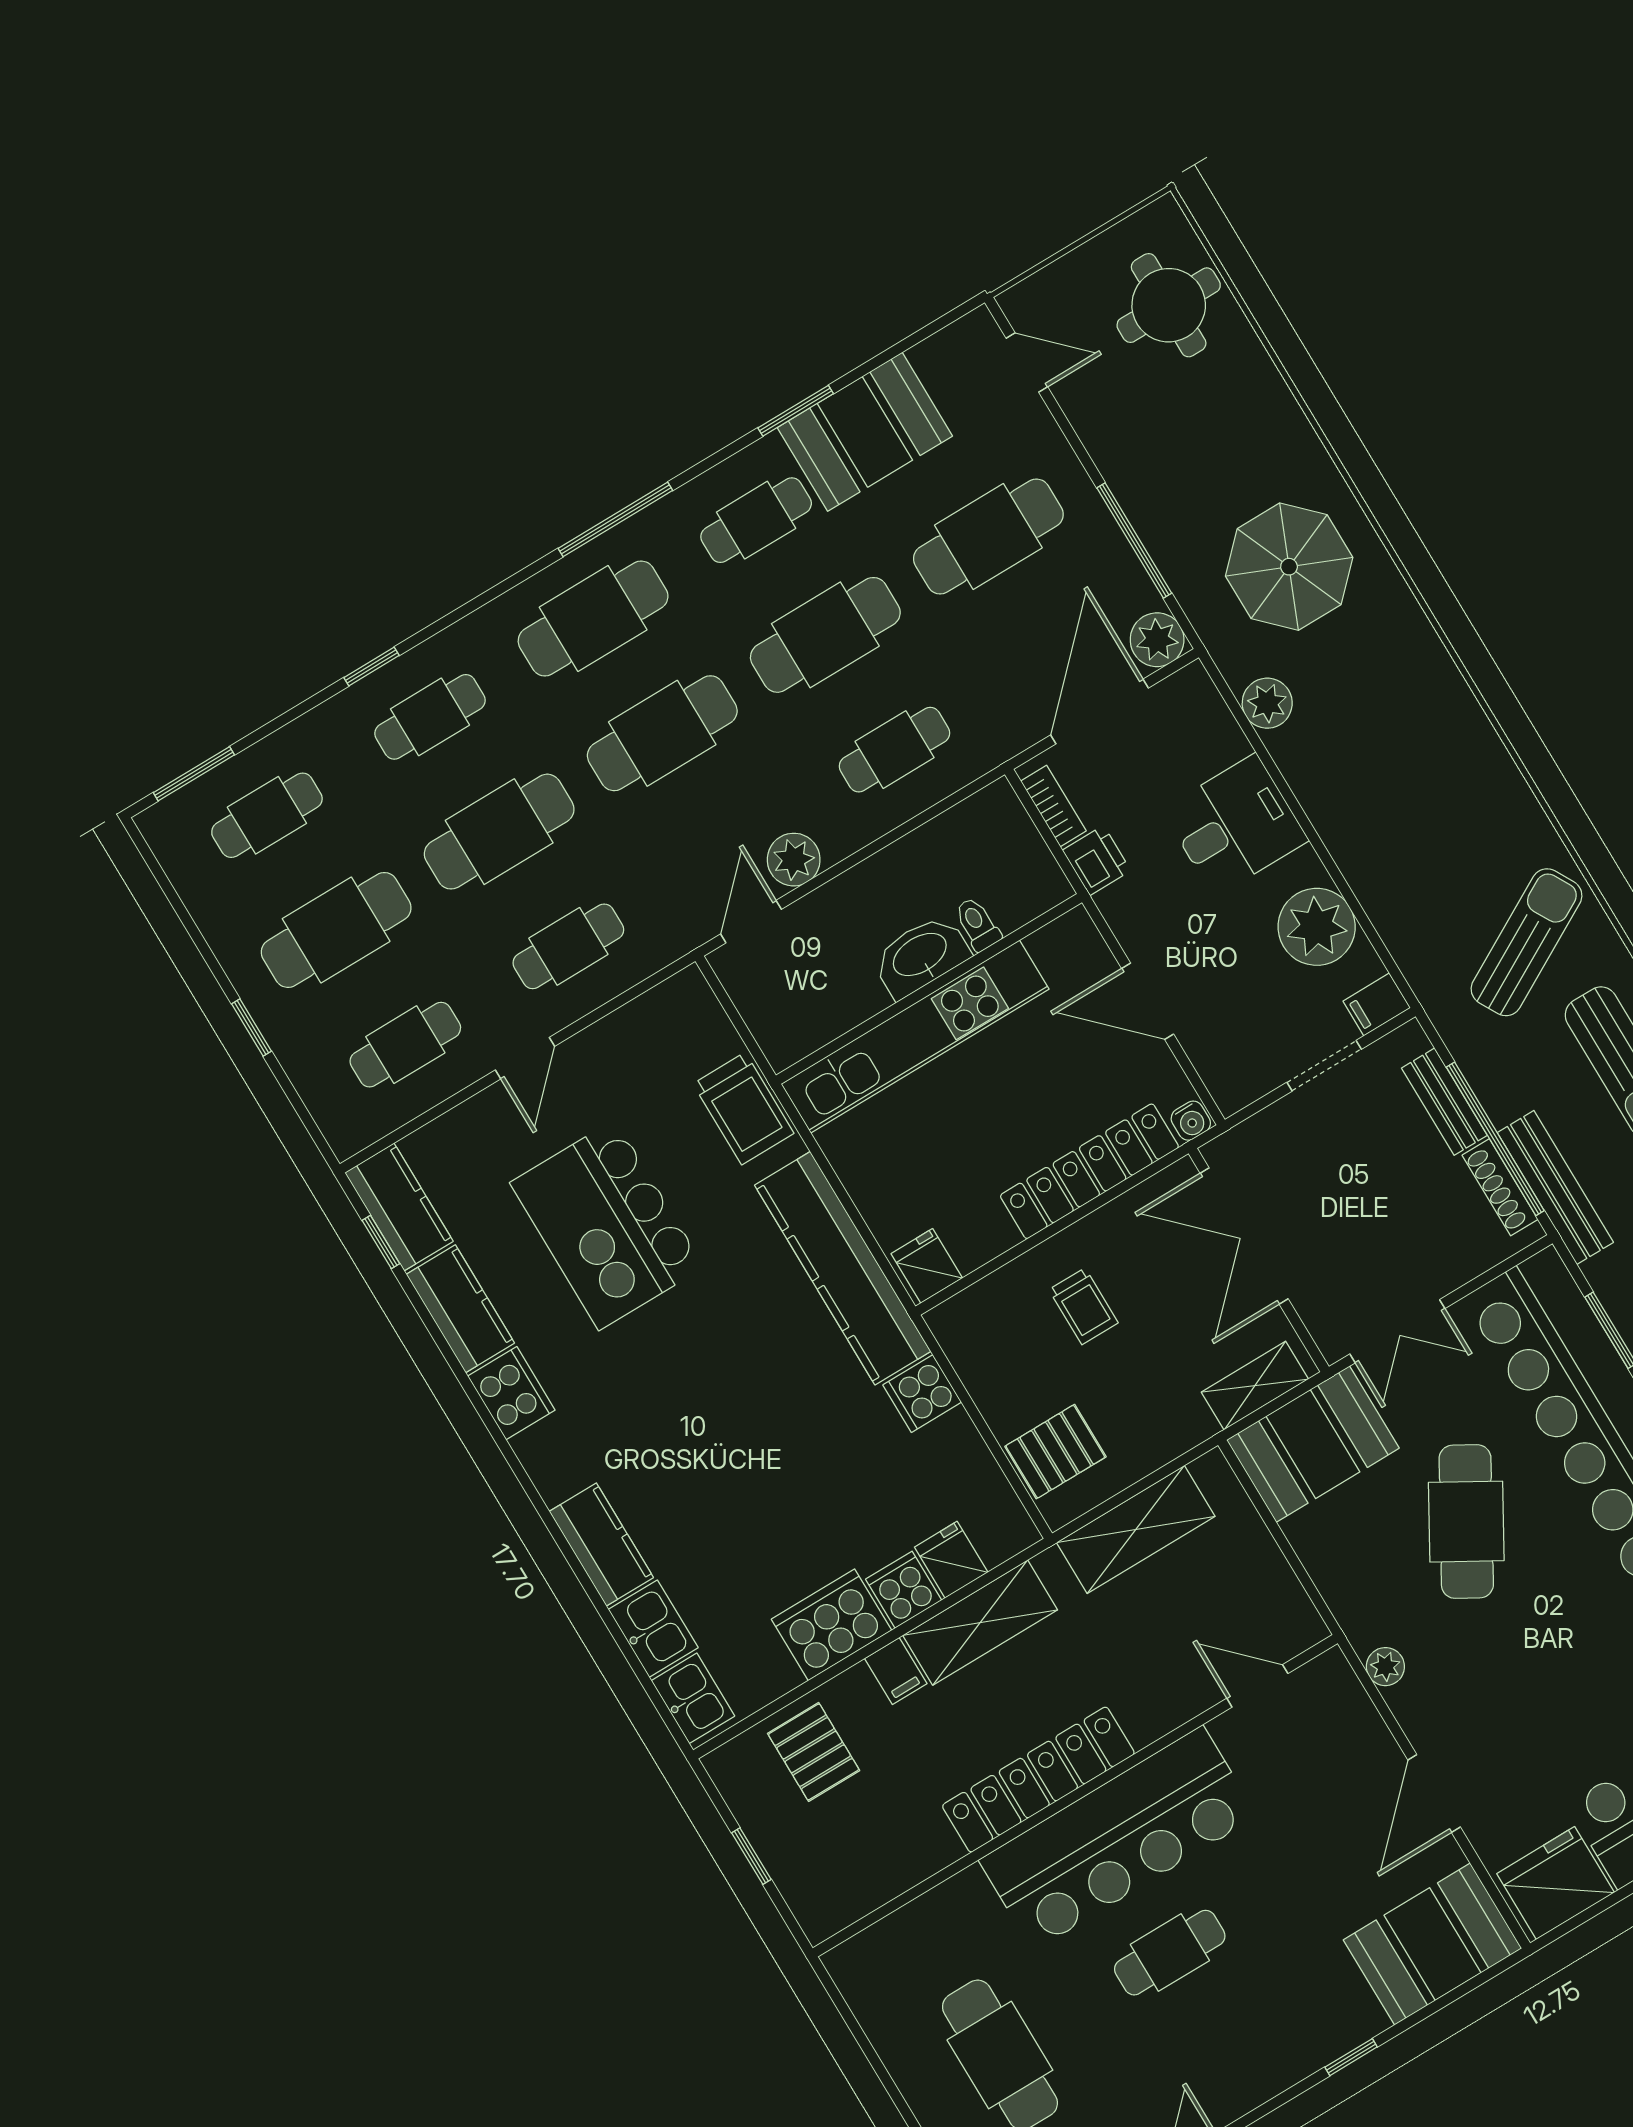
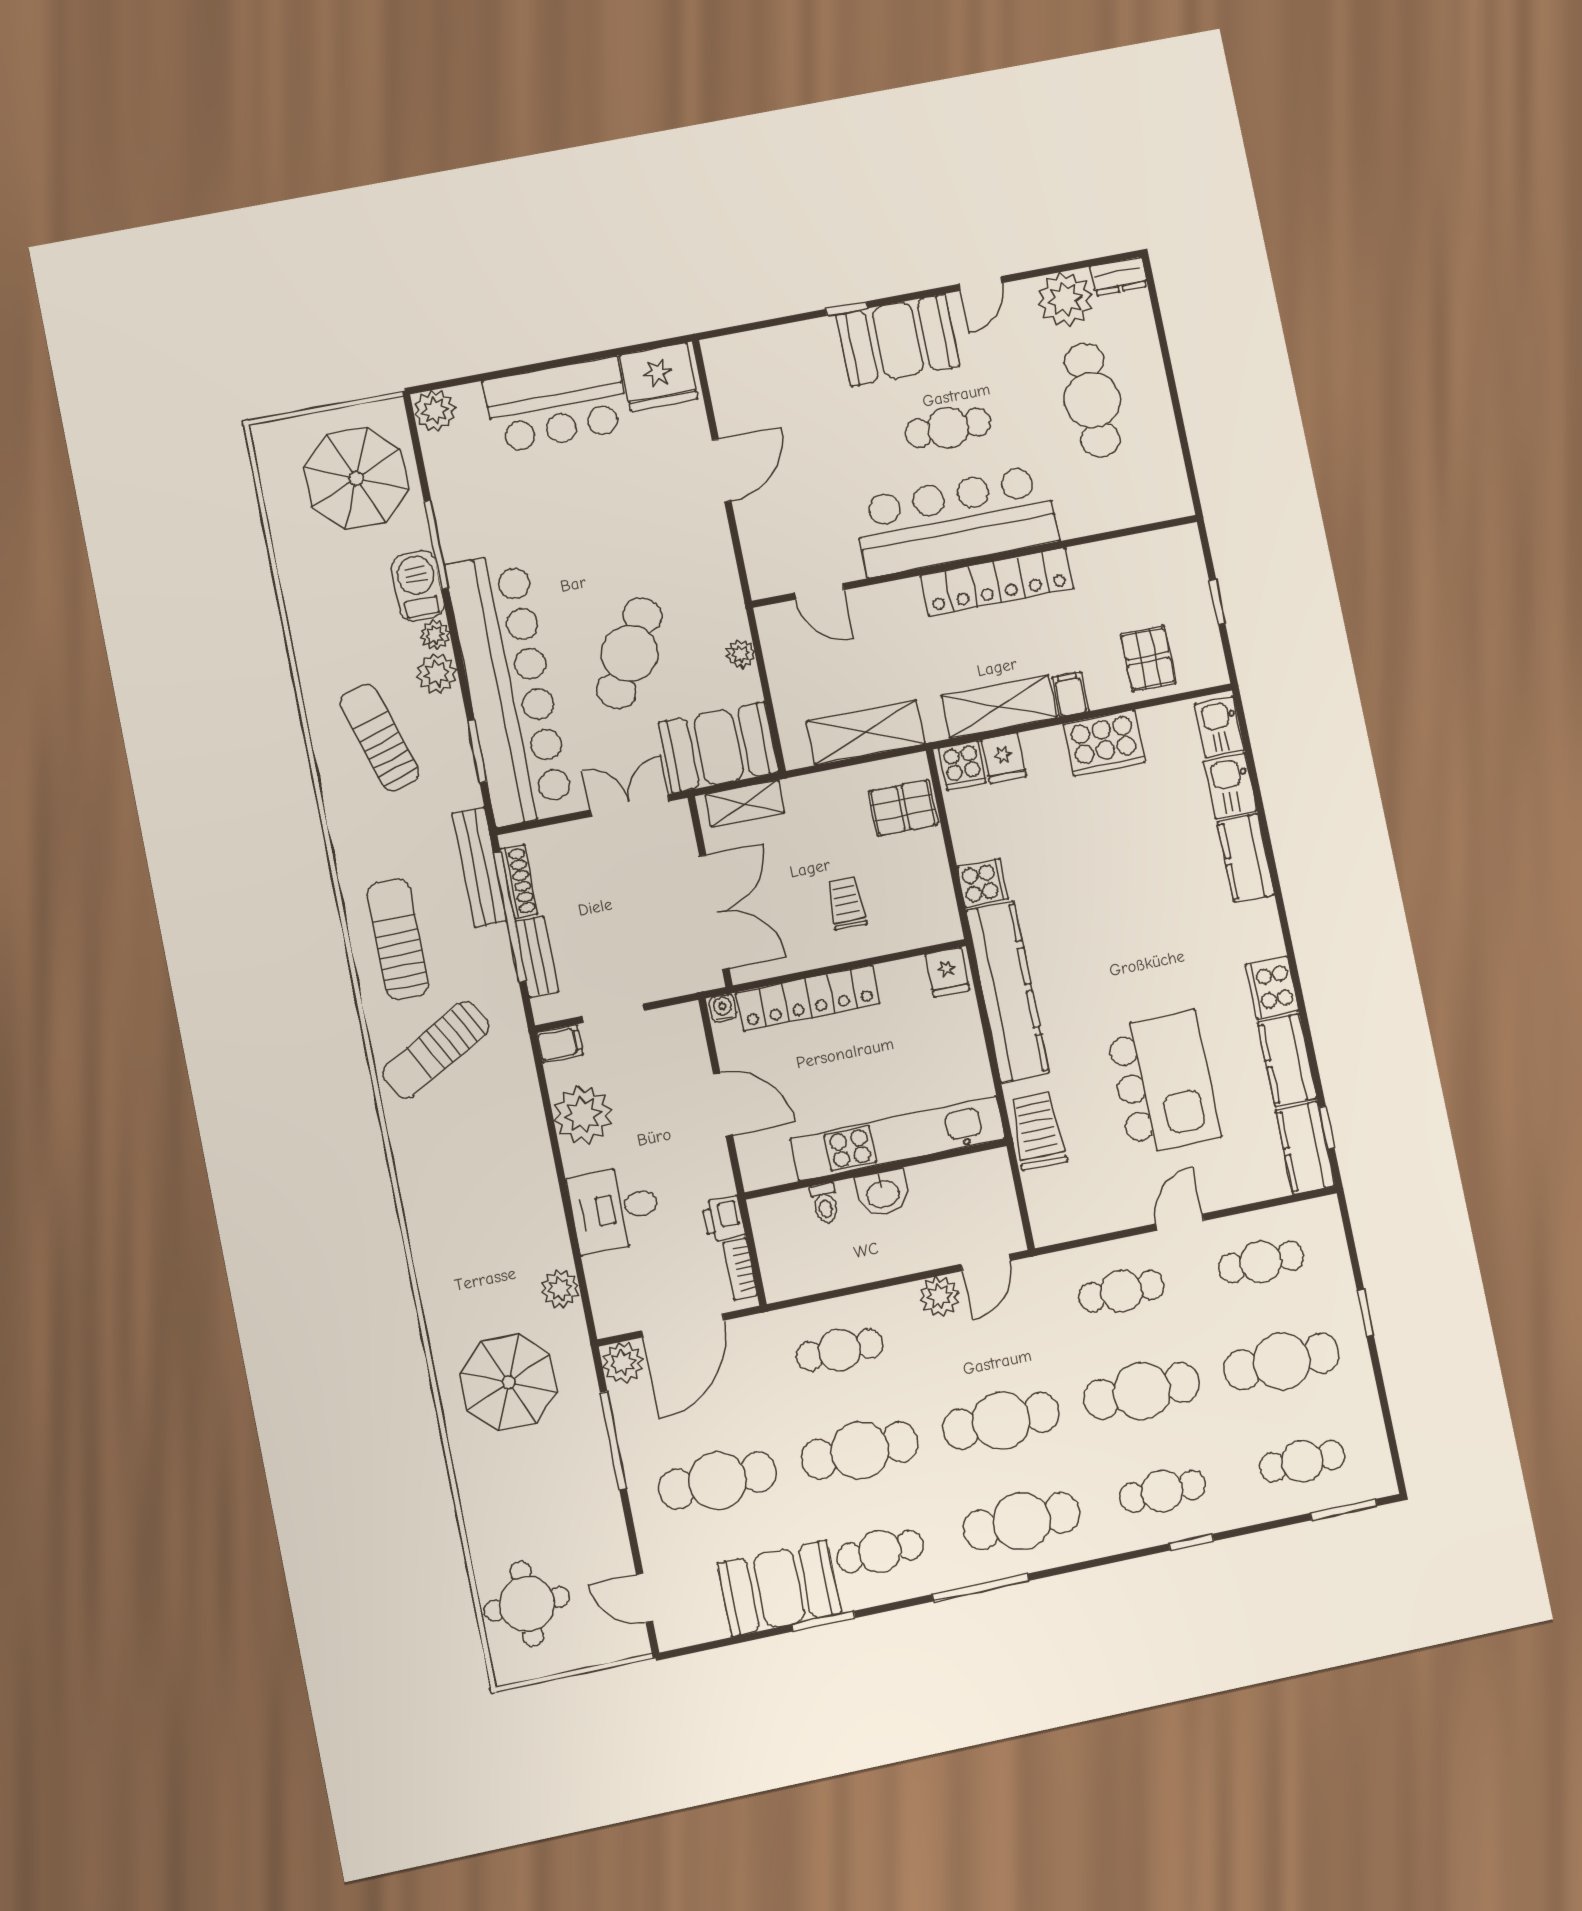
washbasin: (921, 956) -> (883, 1193), width x0.72
cooker: (904, 1590) -> (962, 766), moved
plant: (1385, 1667) -> (740, 654), moved
booth: (1433, 1944) -> (898, 340), moved

